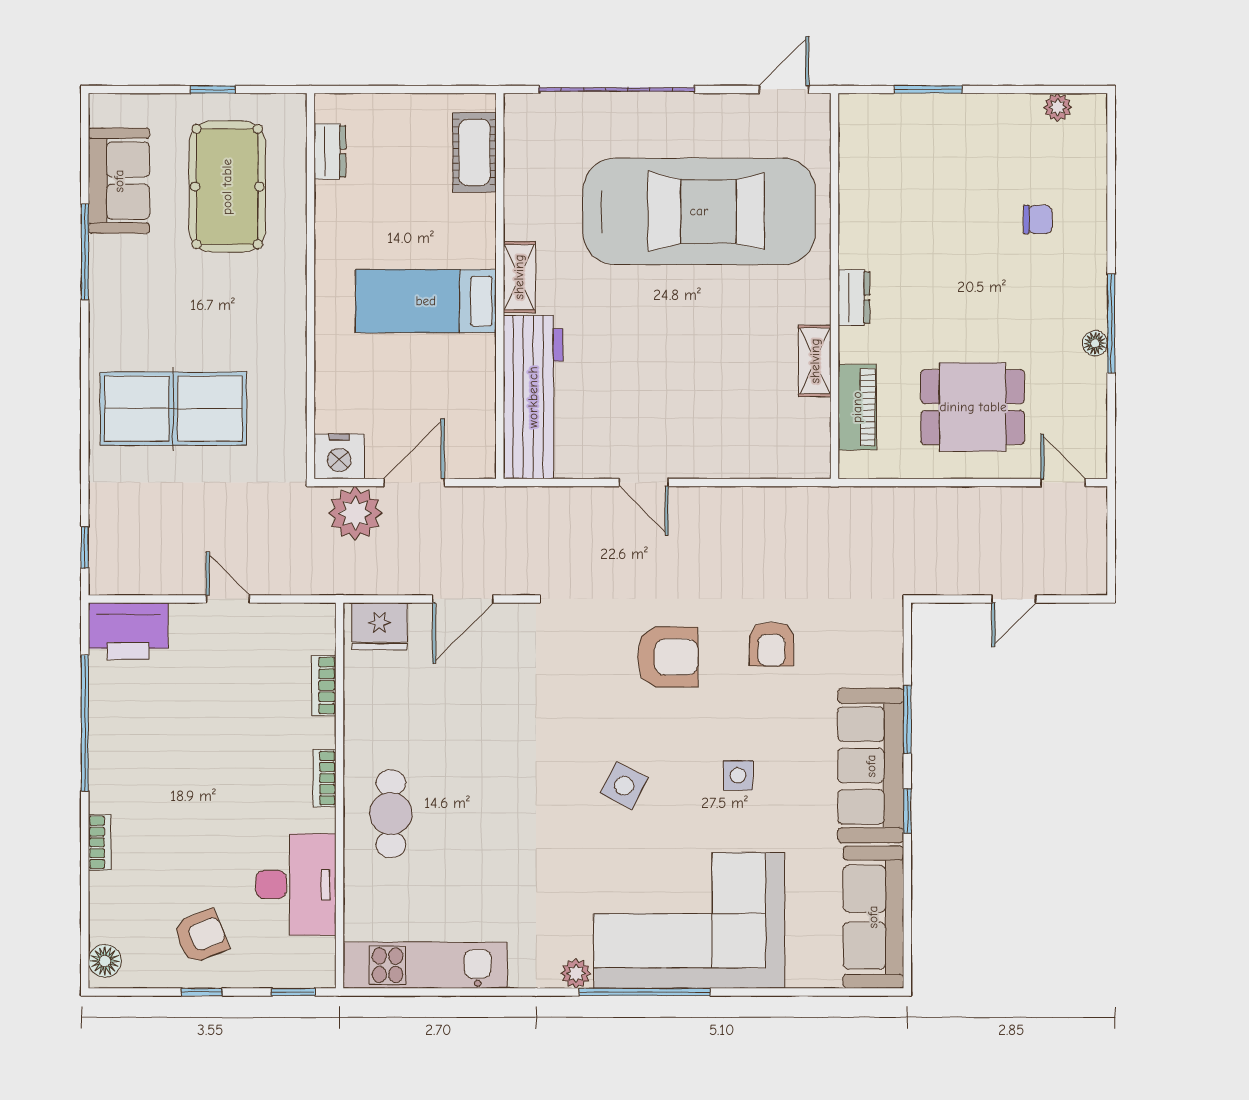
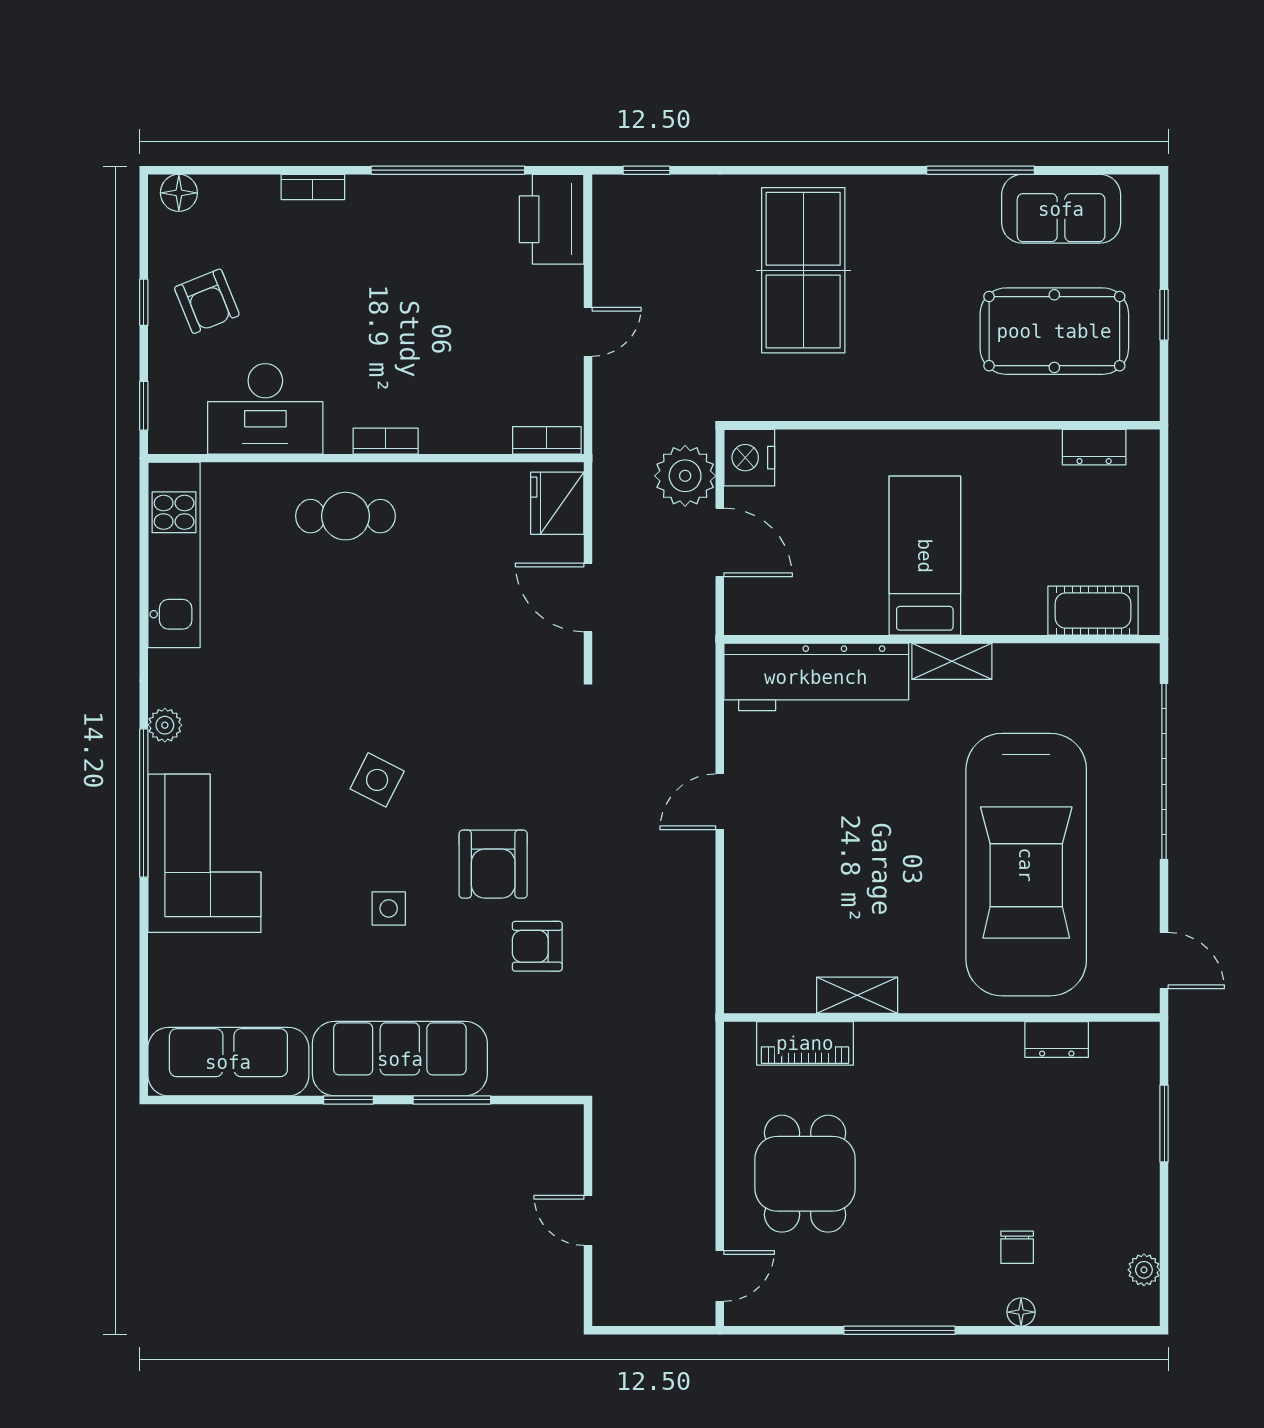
dresser: (854, 297) -> (1057, 1040), moved
floor lamp: (1095, 343) -> (1021, 1312), moved
armchair: (668, 657) -> (493, 864), moved
bookcase: (324, 685) -> (547, 440), moved
corner sofa: (689, 920) -> (204, 853), width x0.73, depth x0.74

